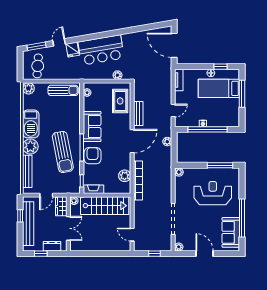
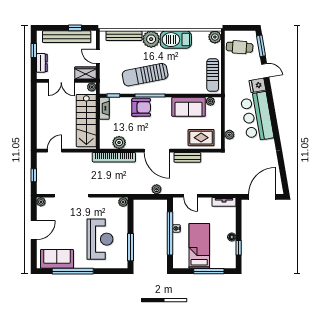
bed: (219, 88) -> (199, 246), moved
sofa: (92, 127) -> (189, 107), moved

